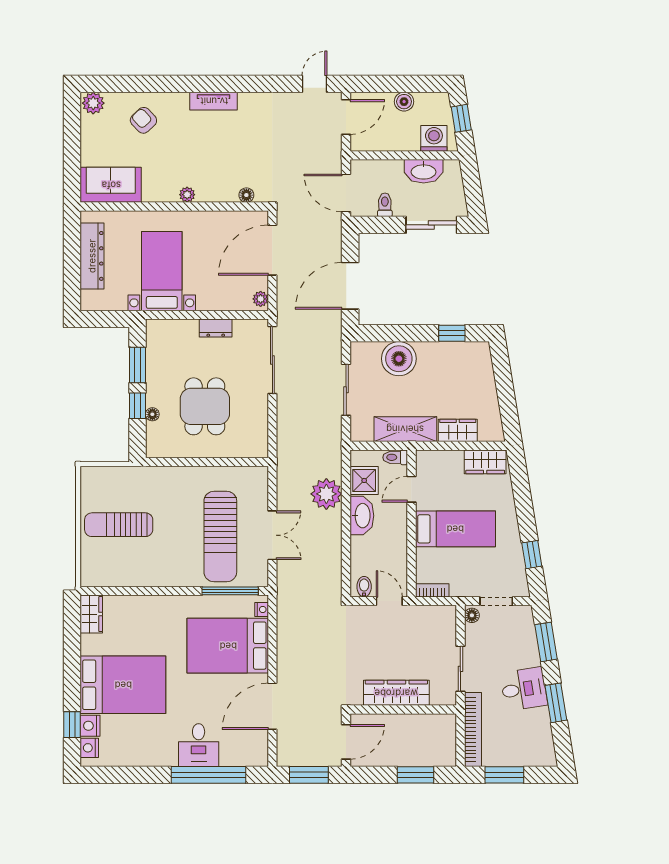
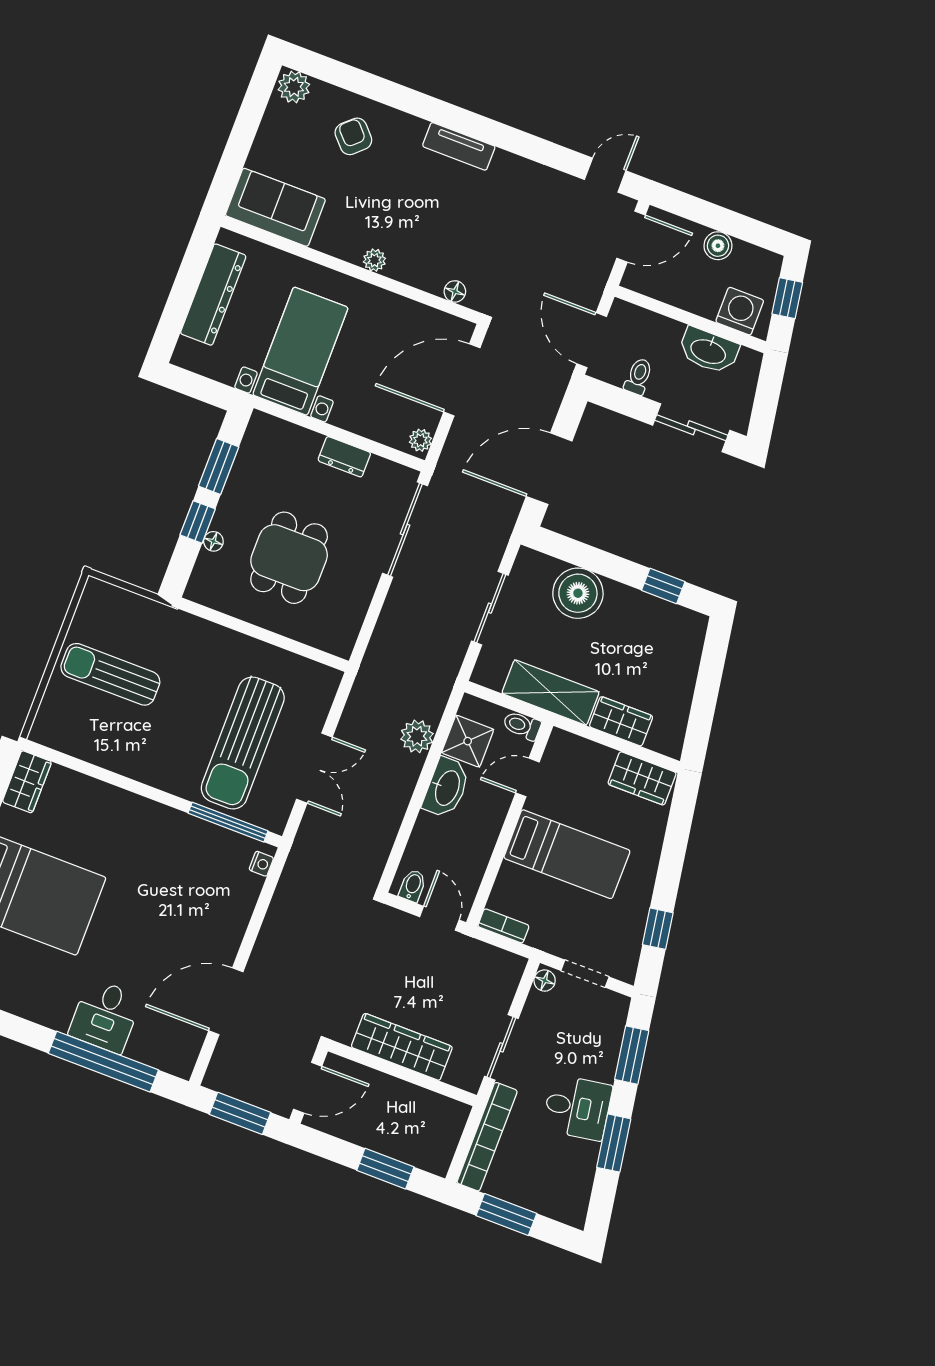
plant: (326, 494) -> (417, 736), width x0.73, depth x0.73
bed: (228, 646) -> (196, 895), removed

